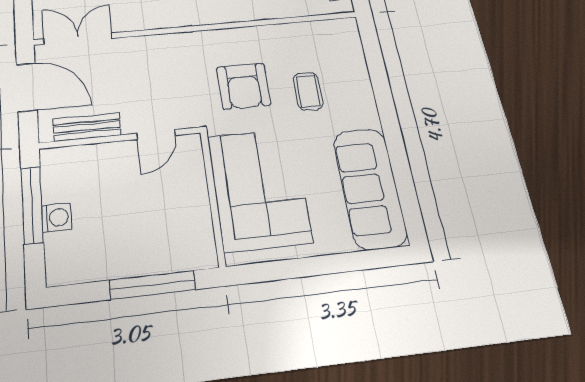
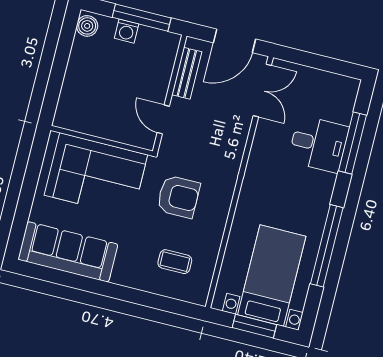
armchair: (243, 86) -> (178, 197), turned 180
coffee table: (308, 91) -> (175, 262), moved
boiler: (66, 271) -> (87, 26), added
window: (152, 285) -> (56, 78), removed

